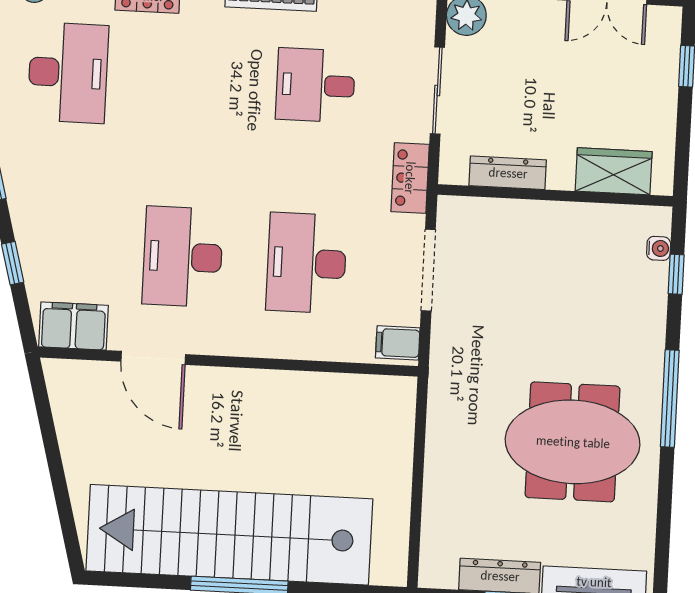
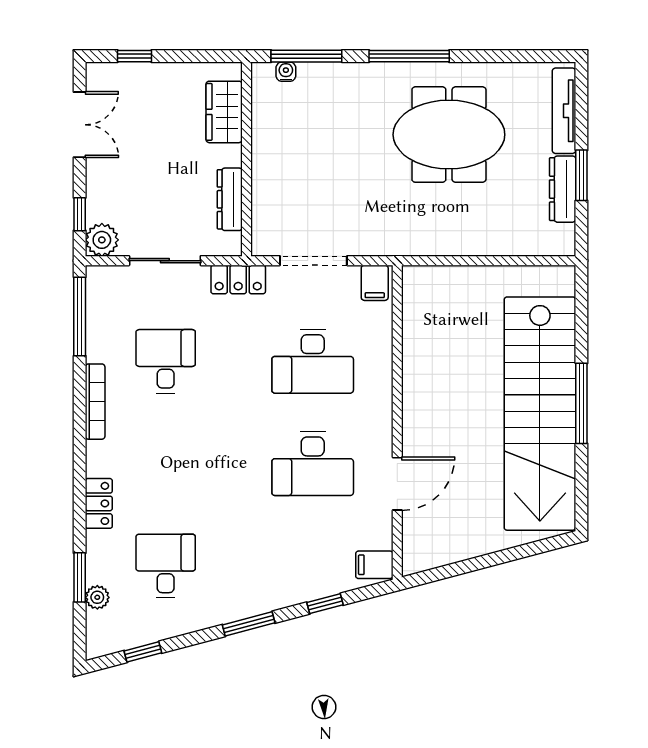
desk: (68, 73) -> (166, 566), width x0.73
desk: (315, 85) -> (166, 361), turned 180
window: (676, 274) -> (306, 56), width x2.17
filing cabinet: (73, 326) -> (374, 565), width x0.50
meeting table: (573, 442) -> (449, 135), turned 90

